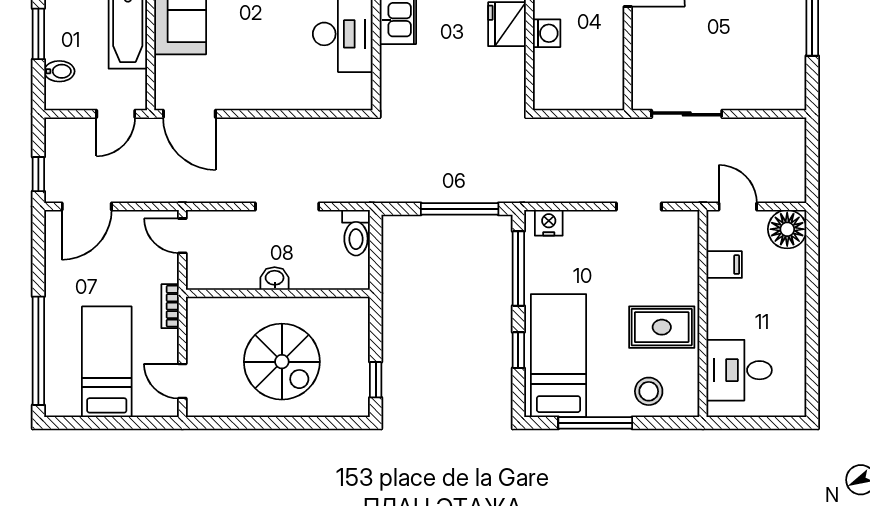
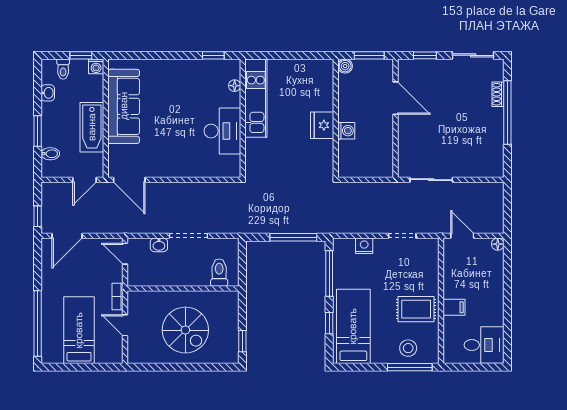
nightstand: (549, 223) -> (364, 246), moved
floor lamp: (787, 229) -> (498, 244), width x0.53, depth x0.53
toilet: (356, 233) -> (219, 273), moved, turned 180
filing cabinet: (724, 265) -> (454, 307), moved
washbasin: (275, 278) -> (159, 245), moved, turned 180
desk: (739, 370) -> (484, 345), moved, turned 180
door: (182, 381) -> (125, 325), moved
window: (595, 423) -> (410, 367), moved

